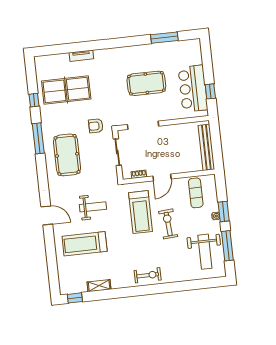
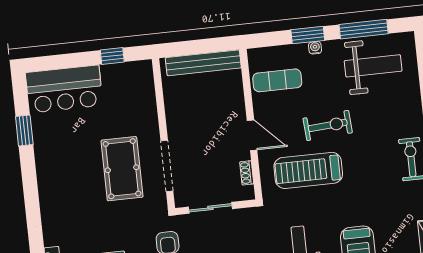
window: (164, 38) -> (24, 131), width x0.69
pool table: (146, 83) -> (122, 169), moved
bar counter: (193, 89) -> (64, 89), moved
treadmill: (141, 212) -> (308, 170), turned 180
exercise bike: (168, 224) -> (328, 125), turned 180

